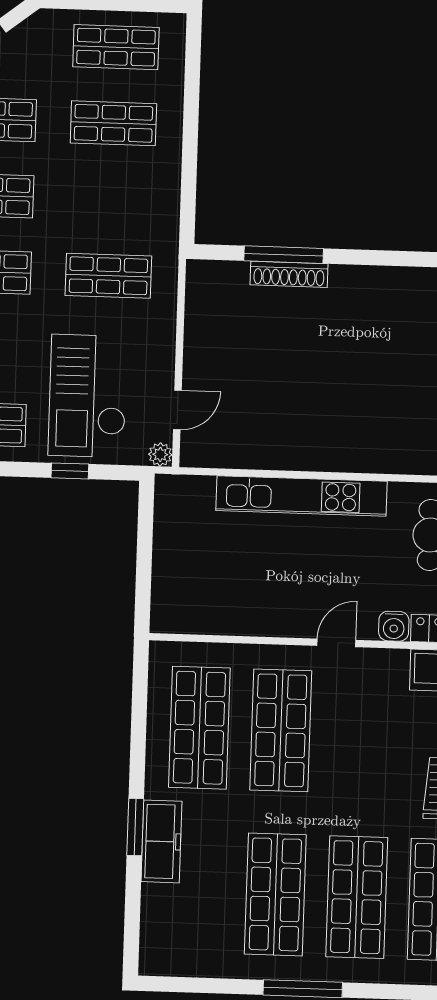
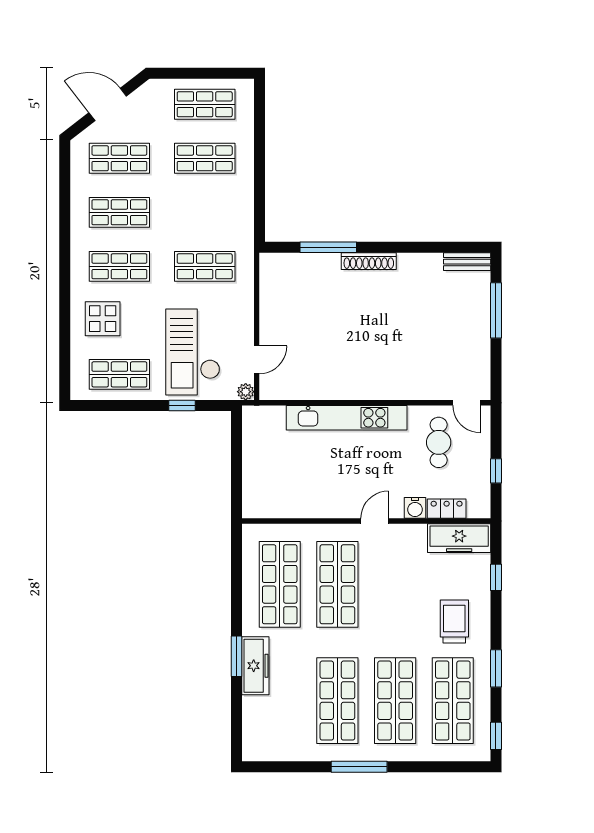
shoe rack: (289, 274) -> (369, 261), moved

